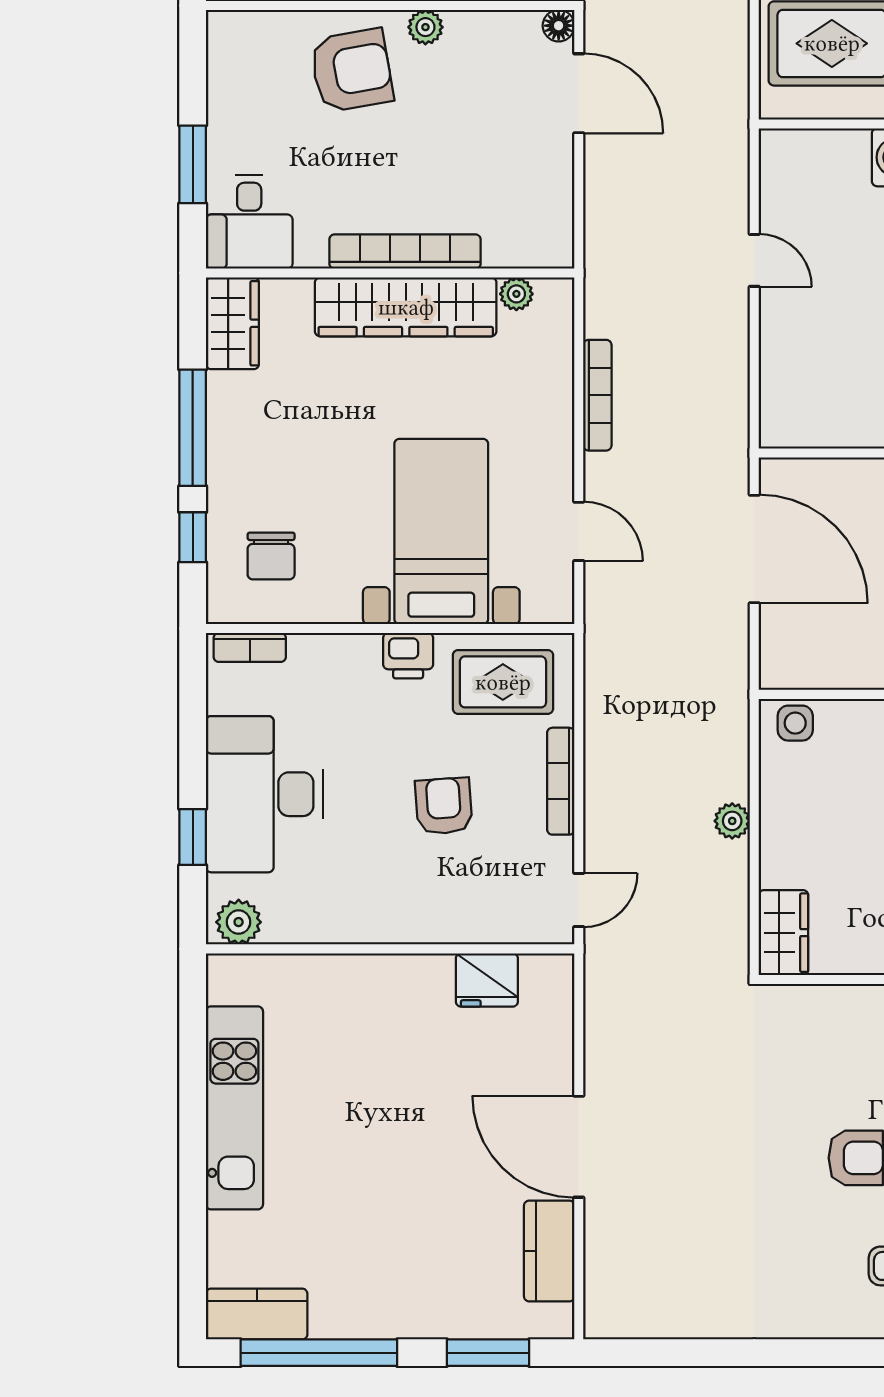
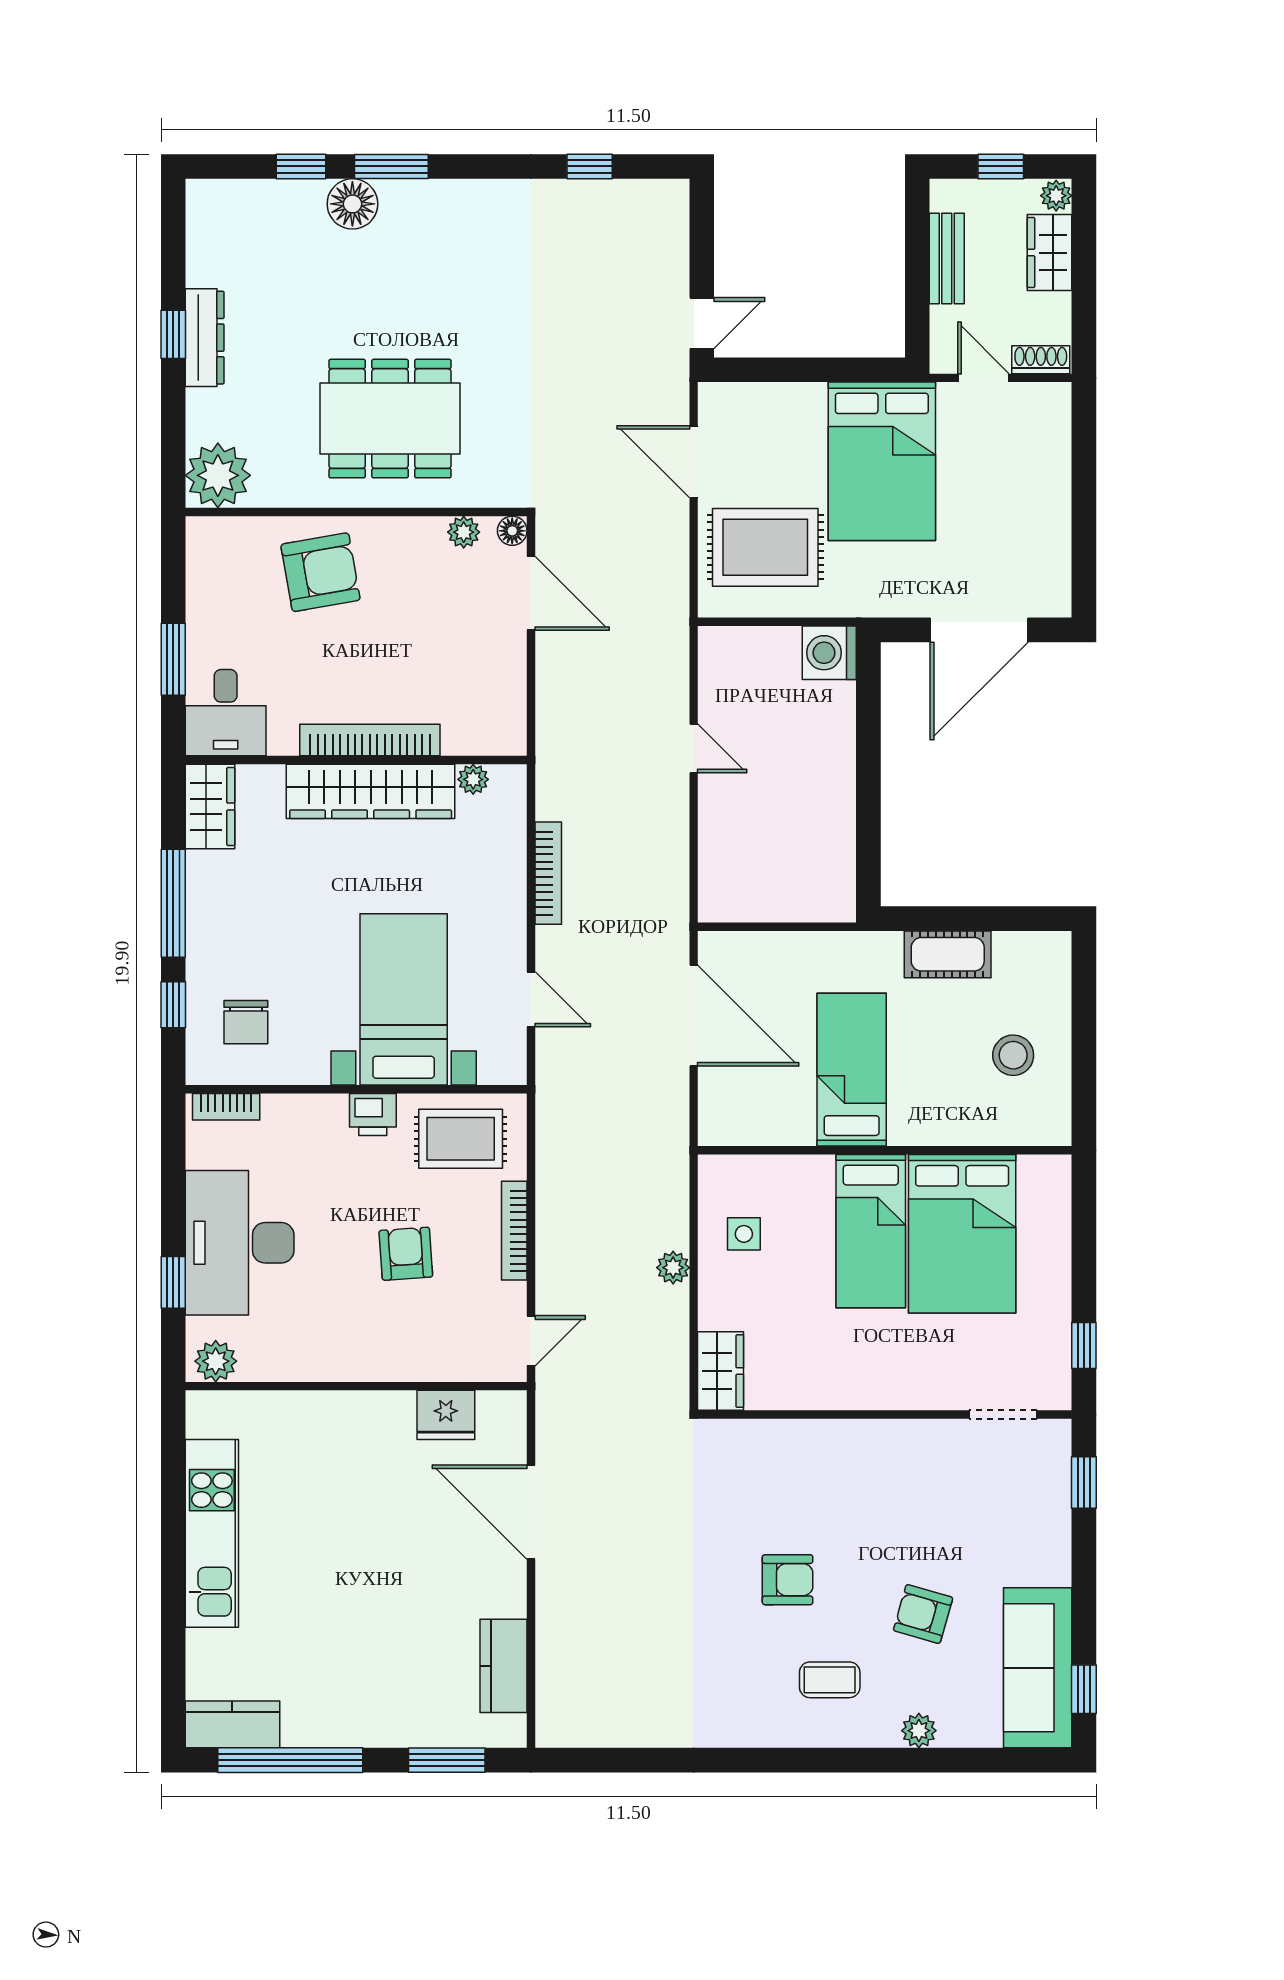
plant: (425, 27) -> (464, 532), moved
side table: (795, 723) -> (744, 1234), moved
door: (579, 1147) -> (531, 1512), moved

